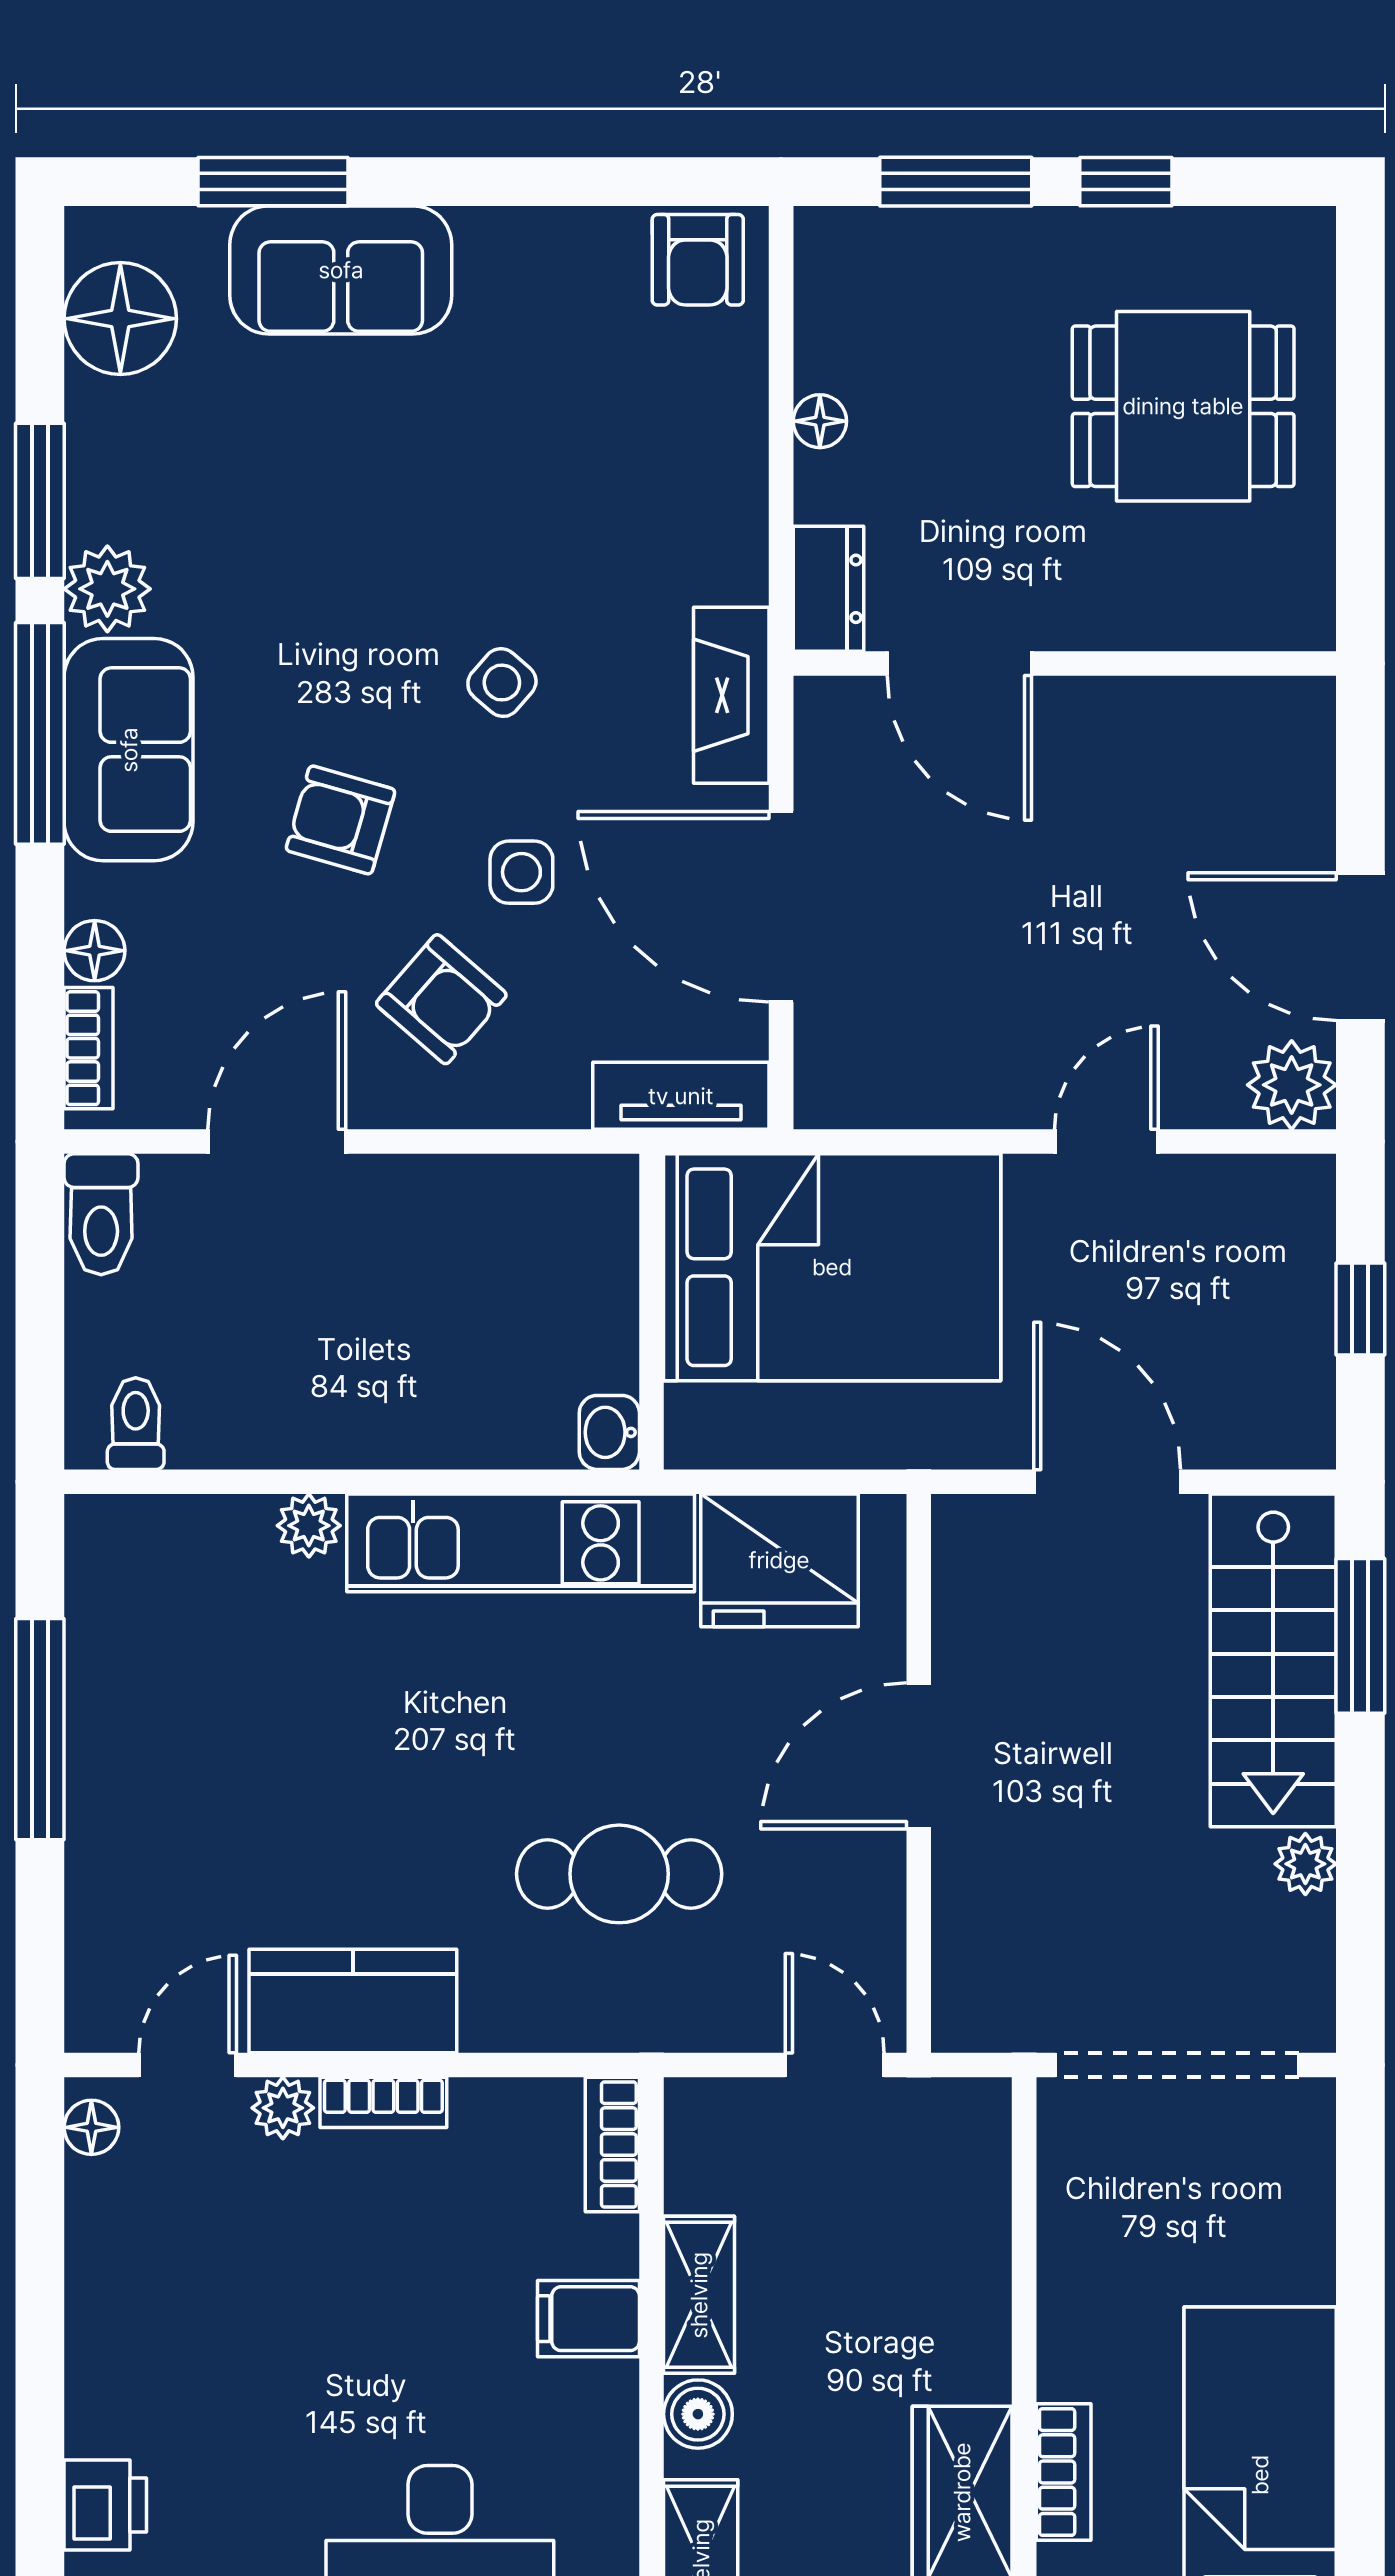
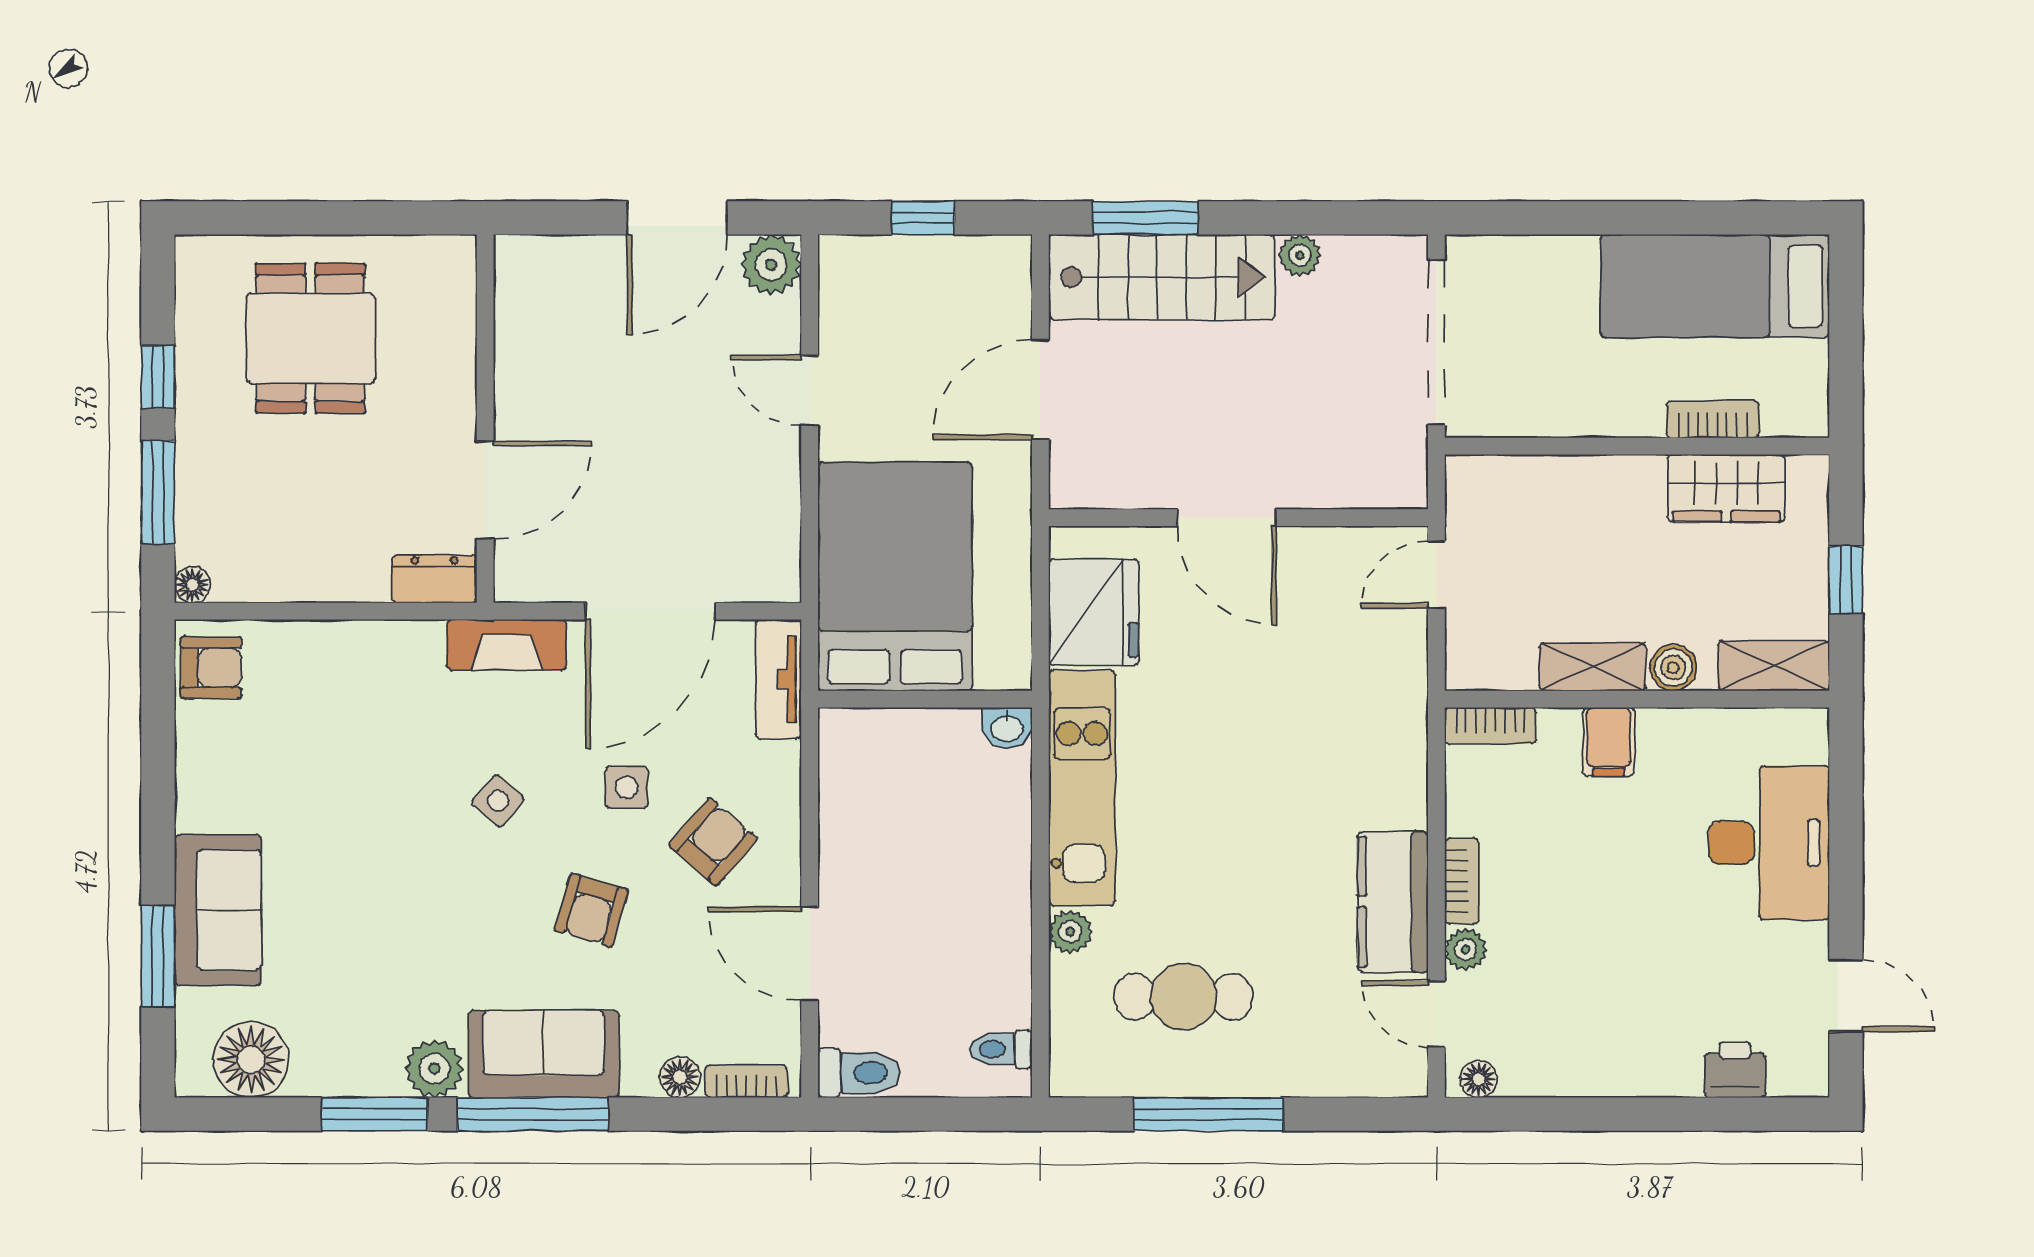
floor lamp: (820, 421) -> (192, 585), moved
cafe table: (619, 1874) -> (1183, 997), moved, turned 90

